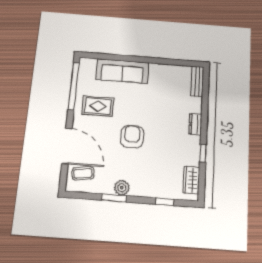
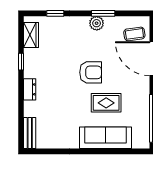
rug: (98, 106) -> (106, 103), moved
armchair: (132, 137) -> (91, 72), turned -90

